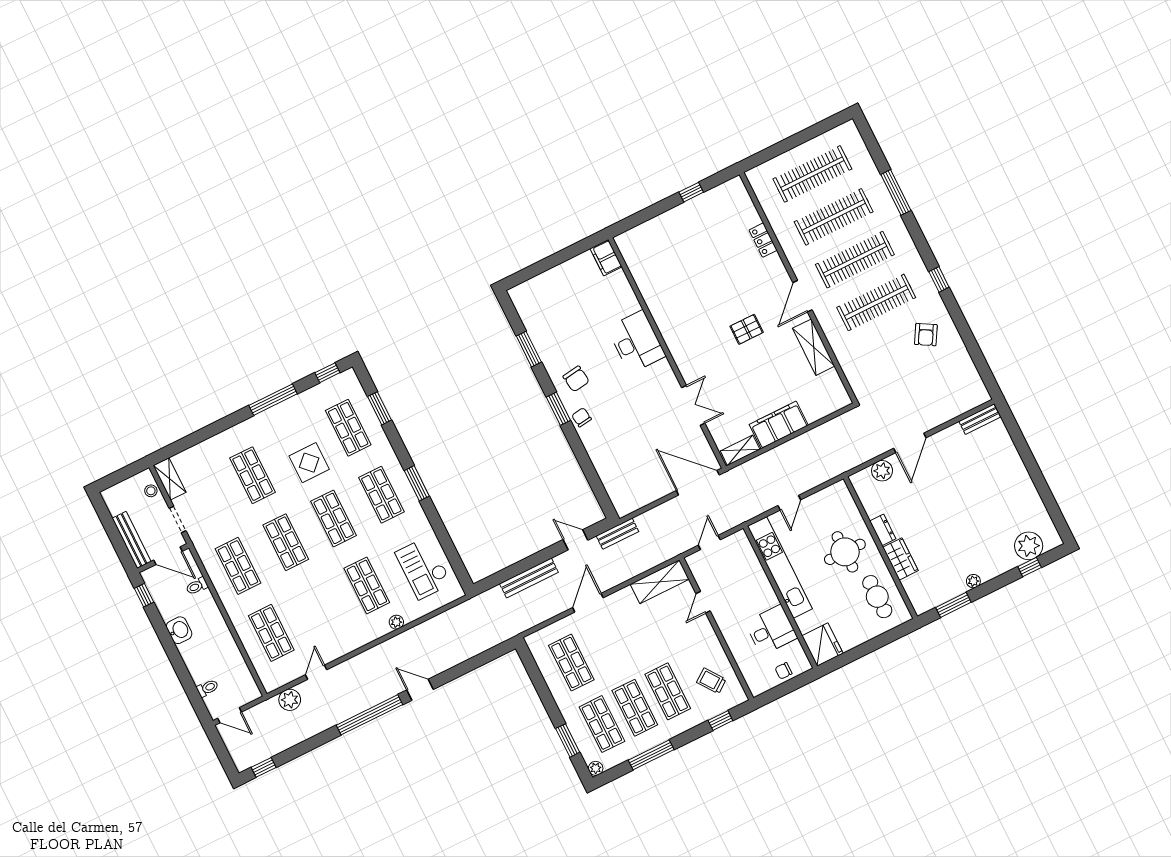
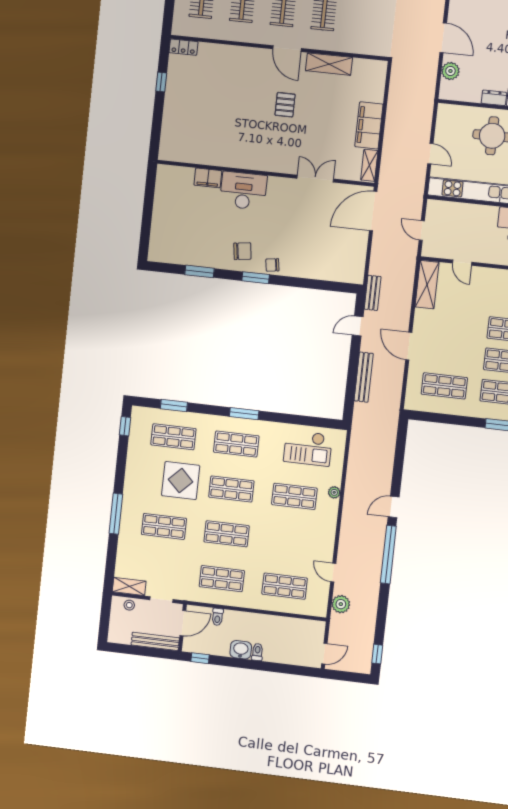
locker: (763, 240) -> (183, 47), moved
filing cabinet: (606, 258) -> (208, 178), moved
window: (273, 400) -> (116, 514), moved
display table: (309, 463) -> (181, 481), width x1.36, depth x1.36
toilet: (208, 688) -> (257, 652), moved

